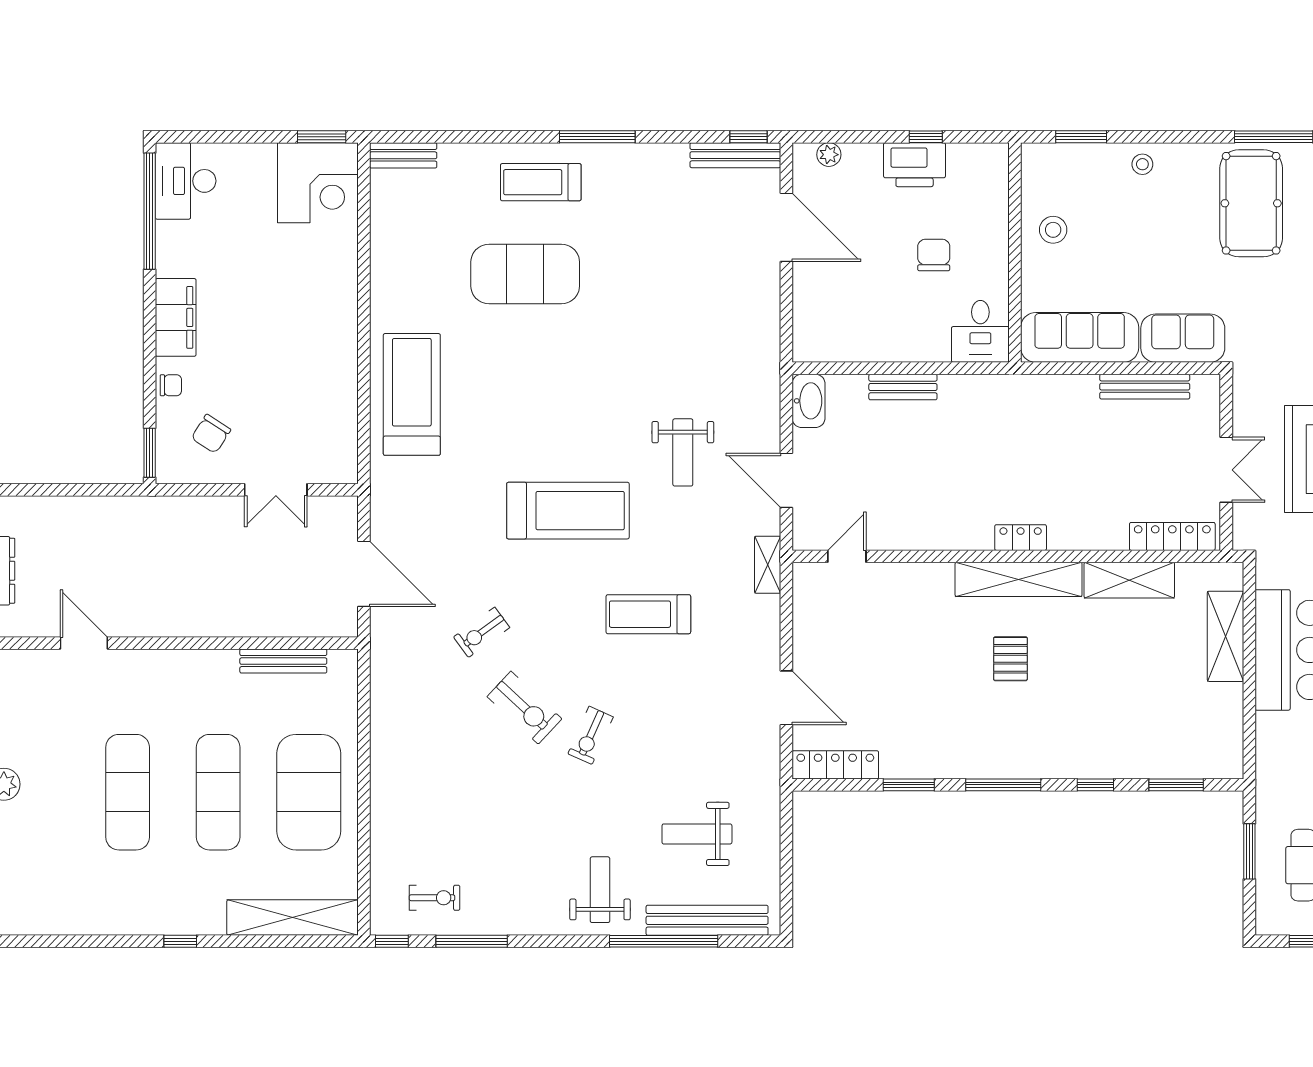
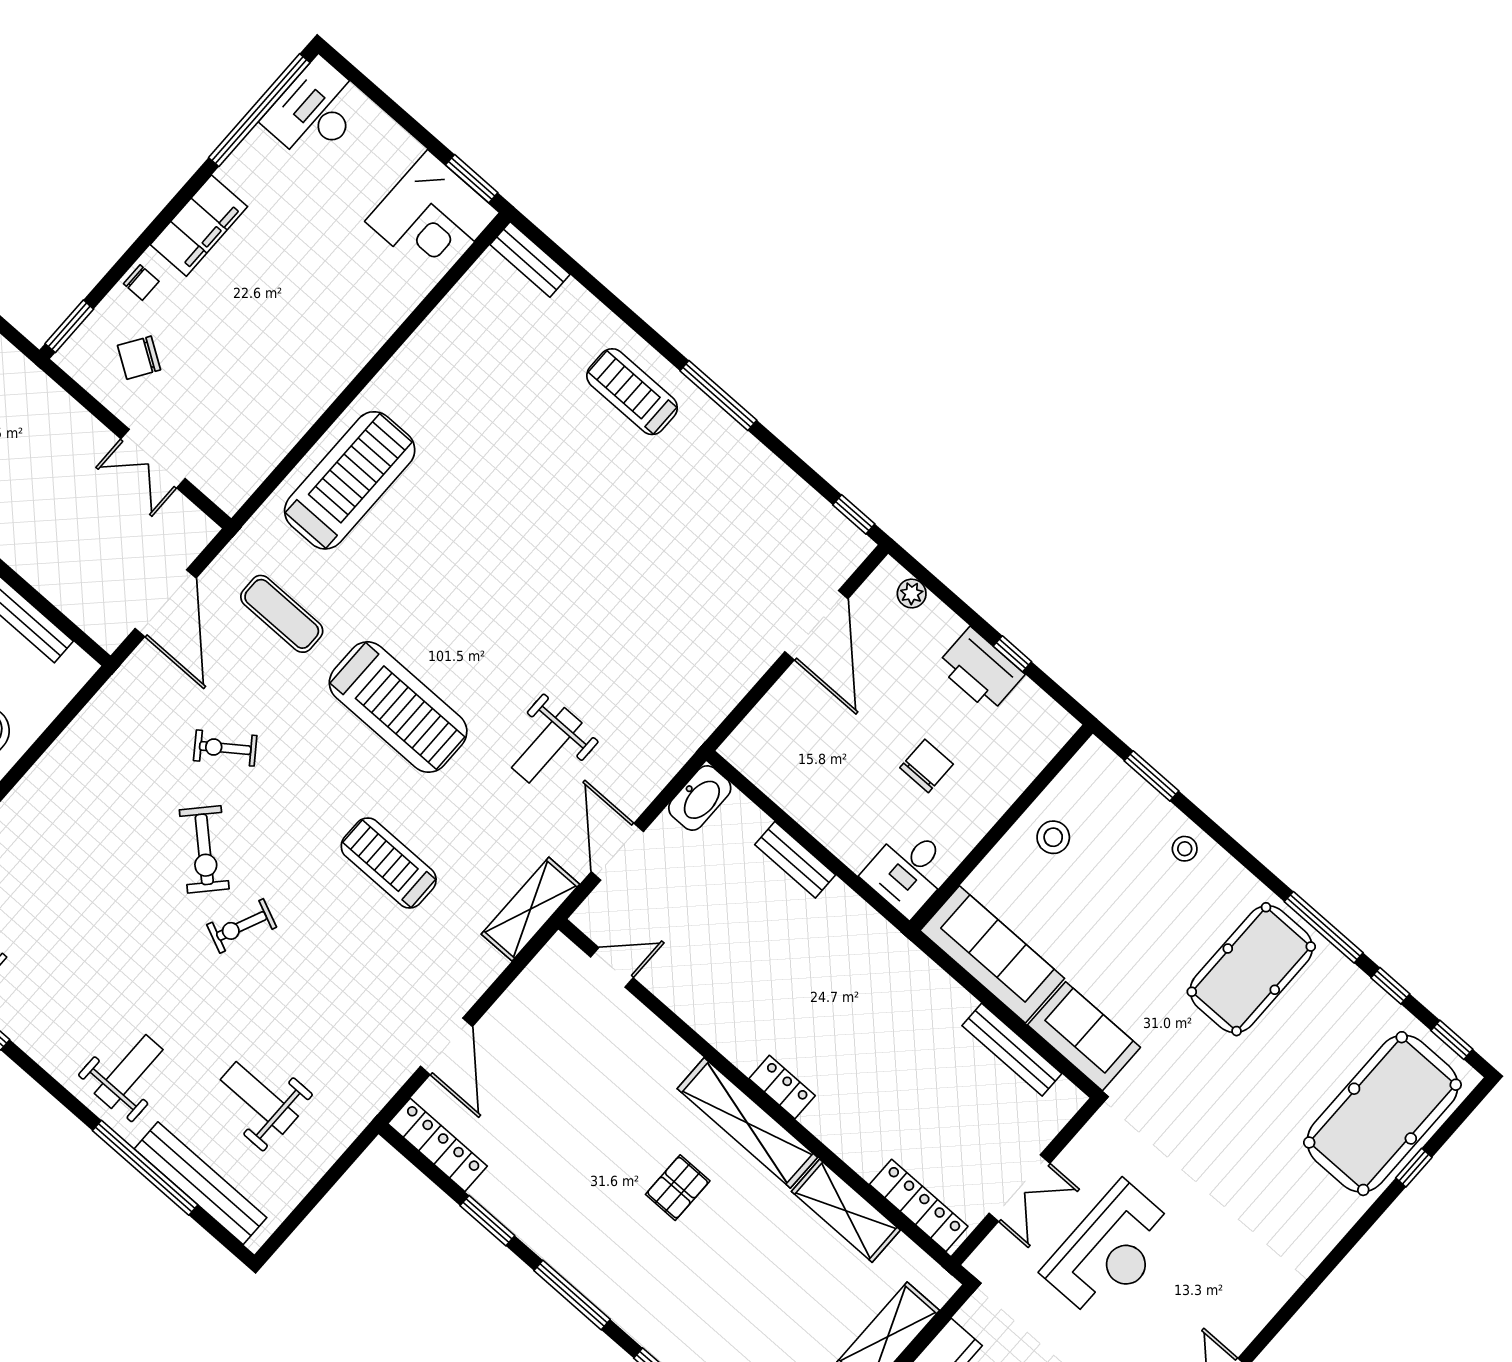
bench: (735, 155) -> (827, 521), removed
exercise mat: (525, 274) -> (282, 614), moved, width x0.50, depth x0.69
shelving: (768, 565) -> (530, 909), width x1.50, depth x1.33

